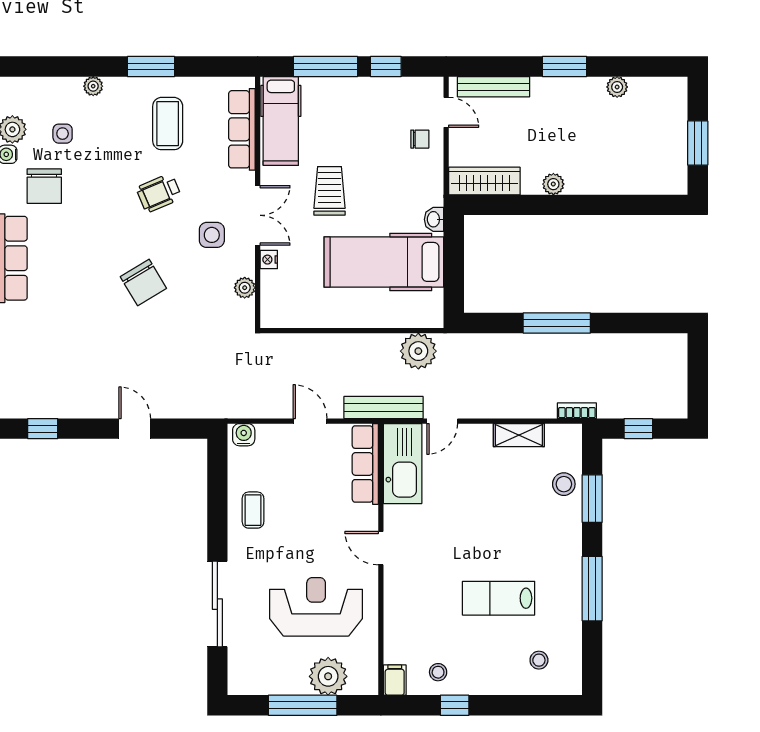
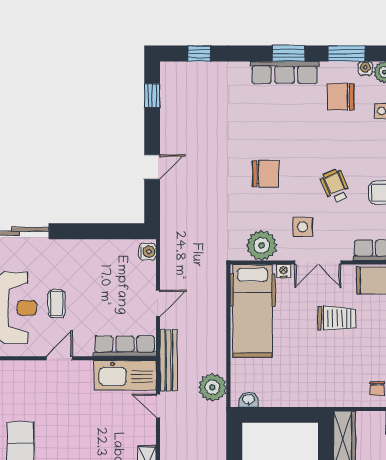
washbasin: (434, 219) -> (248, 400), moved
hospital bed: (384, 262) -> (253, 311), moved, turned 180
chair: (143, 282) -> (266, 174), turned -149
plant: (245, 288) -> (262, 245), width x1.87, depth x1.87
coffee table: (253, 510) -> (57, 304), moved, turned 90

